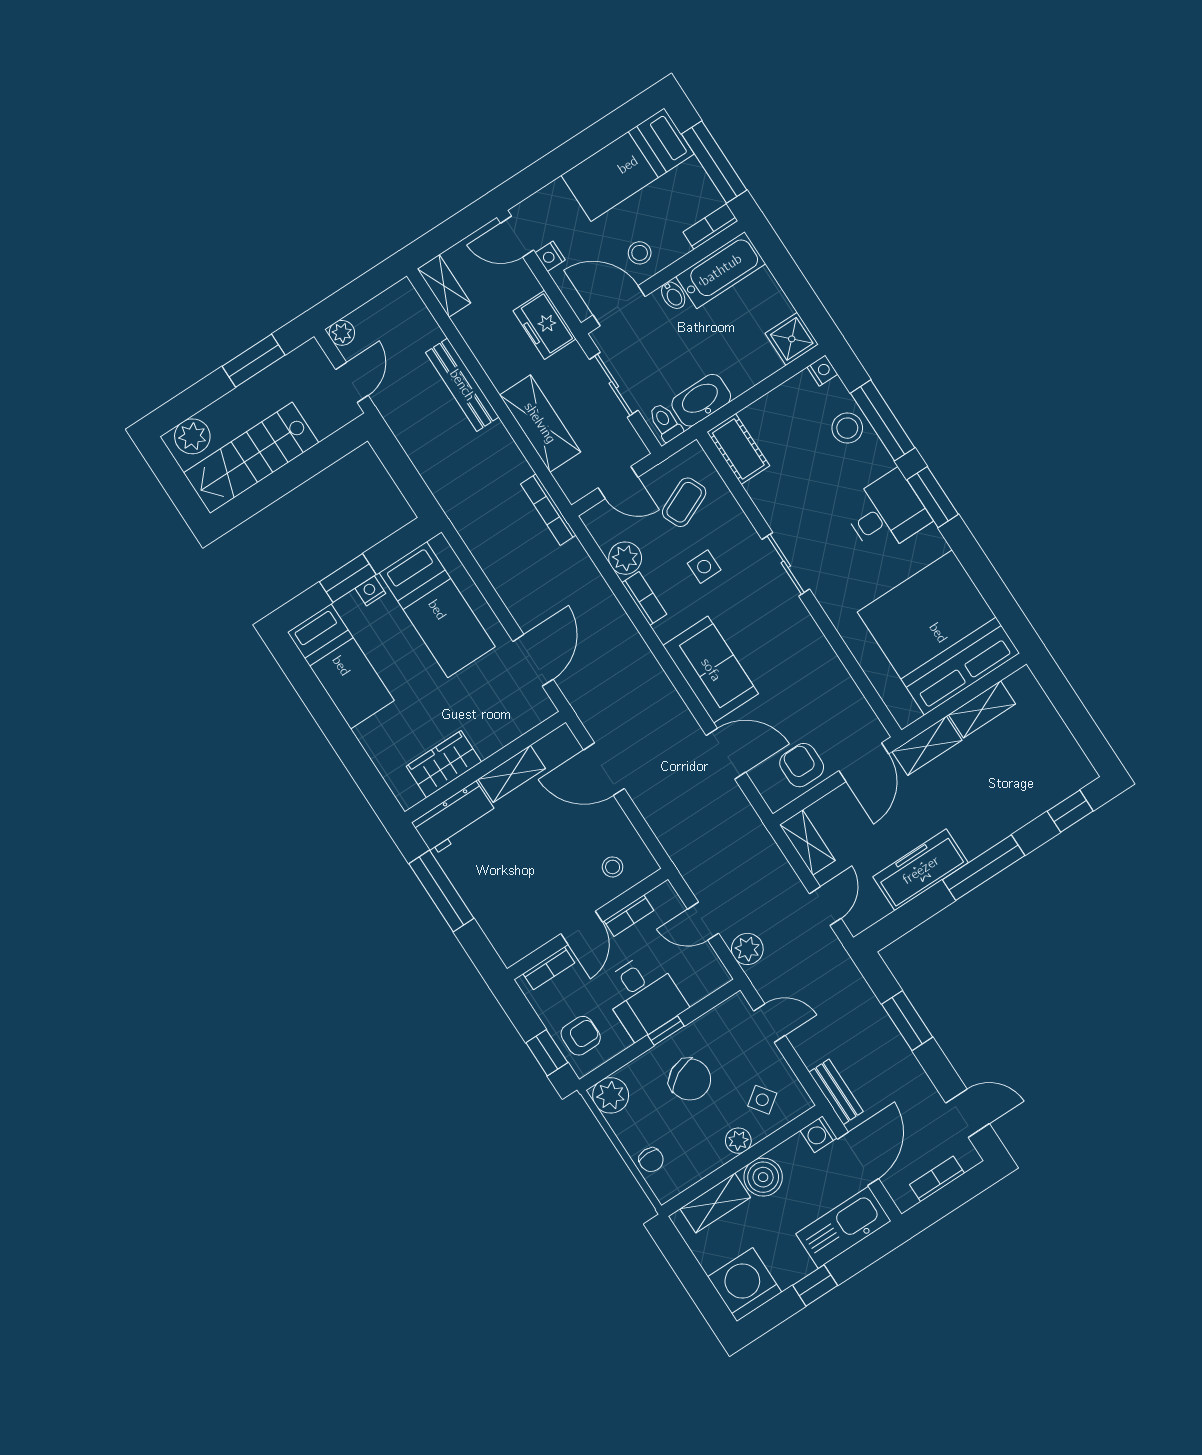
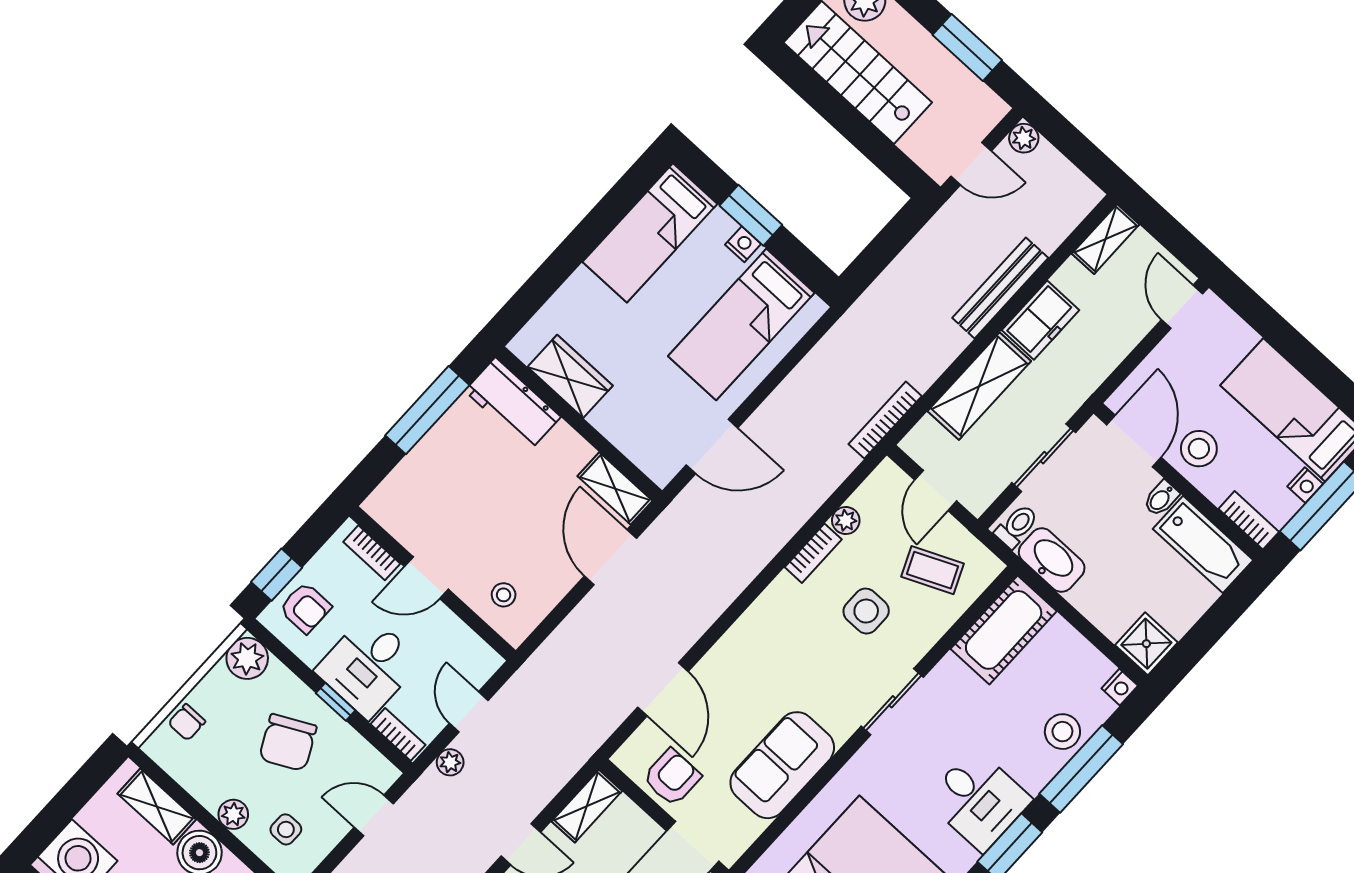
stool: (640, 253) -> (1199, 449), width x1.37, depth x1.37
nightstand: (550, 256) -> (1305, 485), moved, turned 180
freezer: (545, 325) -> (1040, 320), moved, turned 180
cot: (738, 449) -> (1004, 630), width x1.37, depth x1.34
plant: (625, 558) -> (846, 520), width x0.73, depth x0.73
side table: (704, 567) -> (866, 611), width x1.37, depth x1.37
sofa: (711, 670) -> (782, 765), moved, turned 180
shelving: (512, 774) -> (615, 488), moved
bookcase: (629, 916) -> (398, 734), moved, turned 180
plant: (747, 949) -> (450, 762), width x0.73, depth x0.73
door: (769, 1023) -> (374, 816), swing flipped
side table: (762, 1100) -> (286, 829), turned 36

